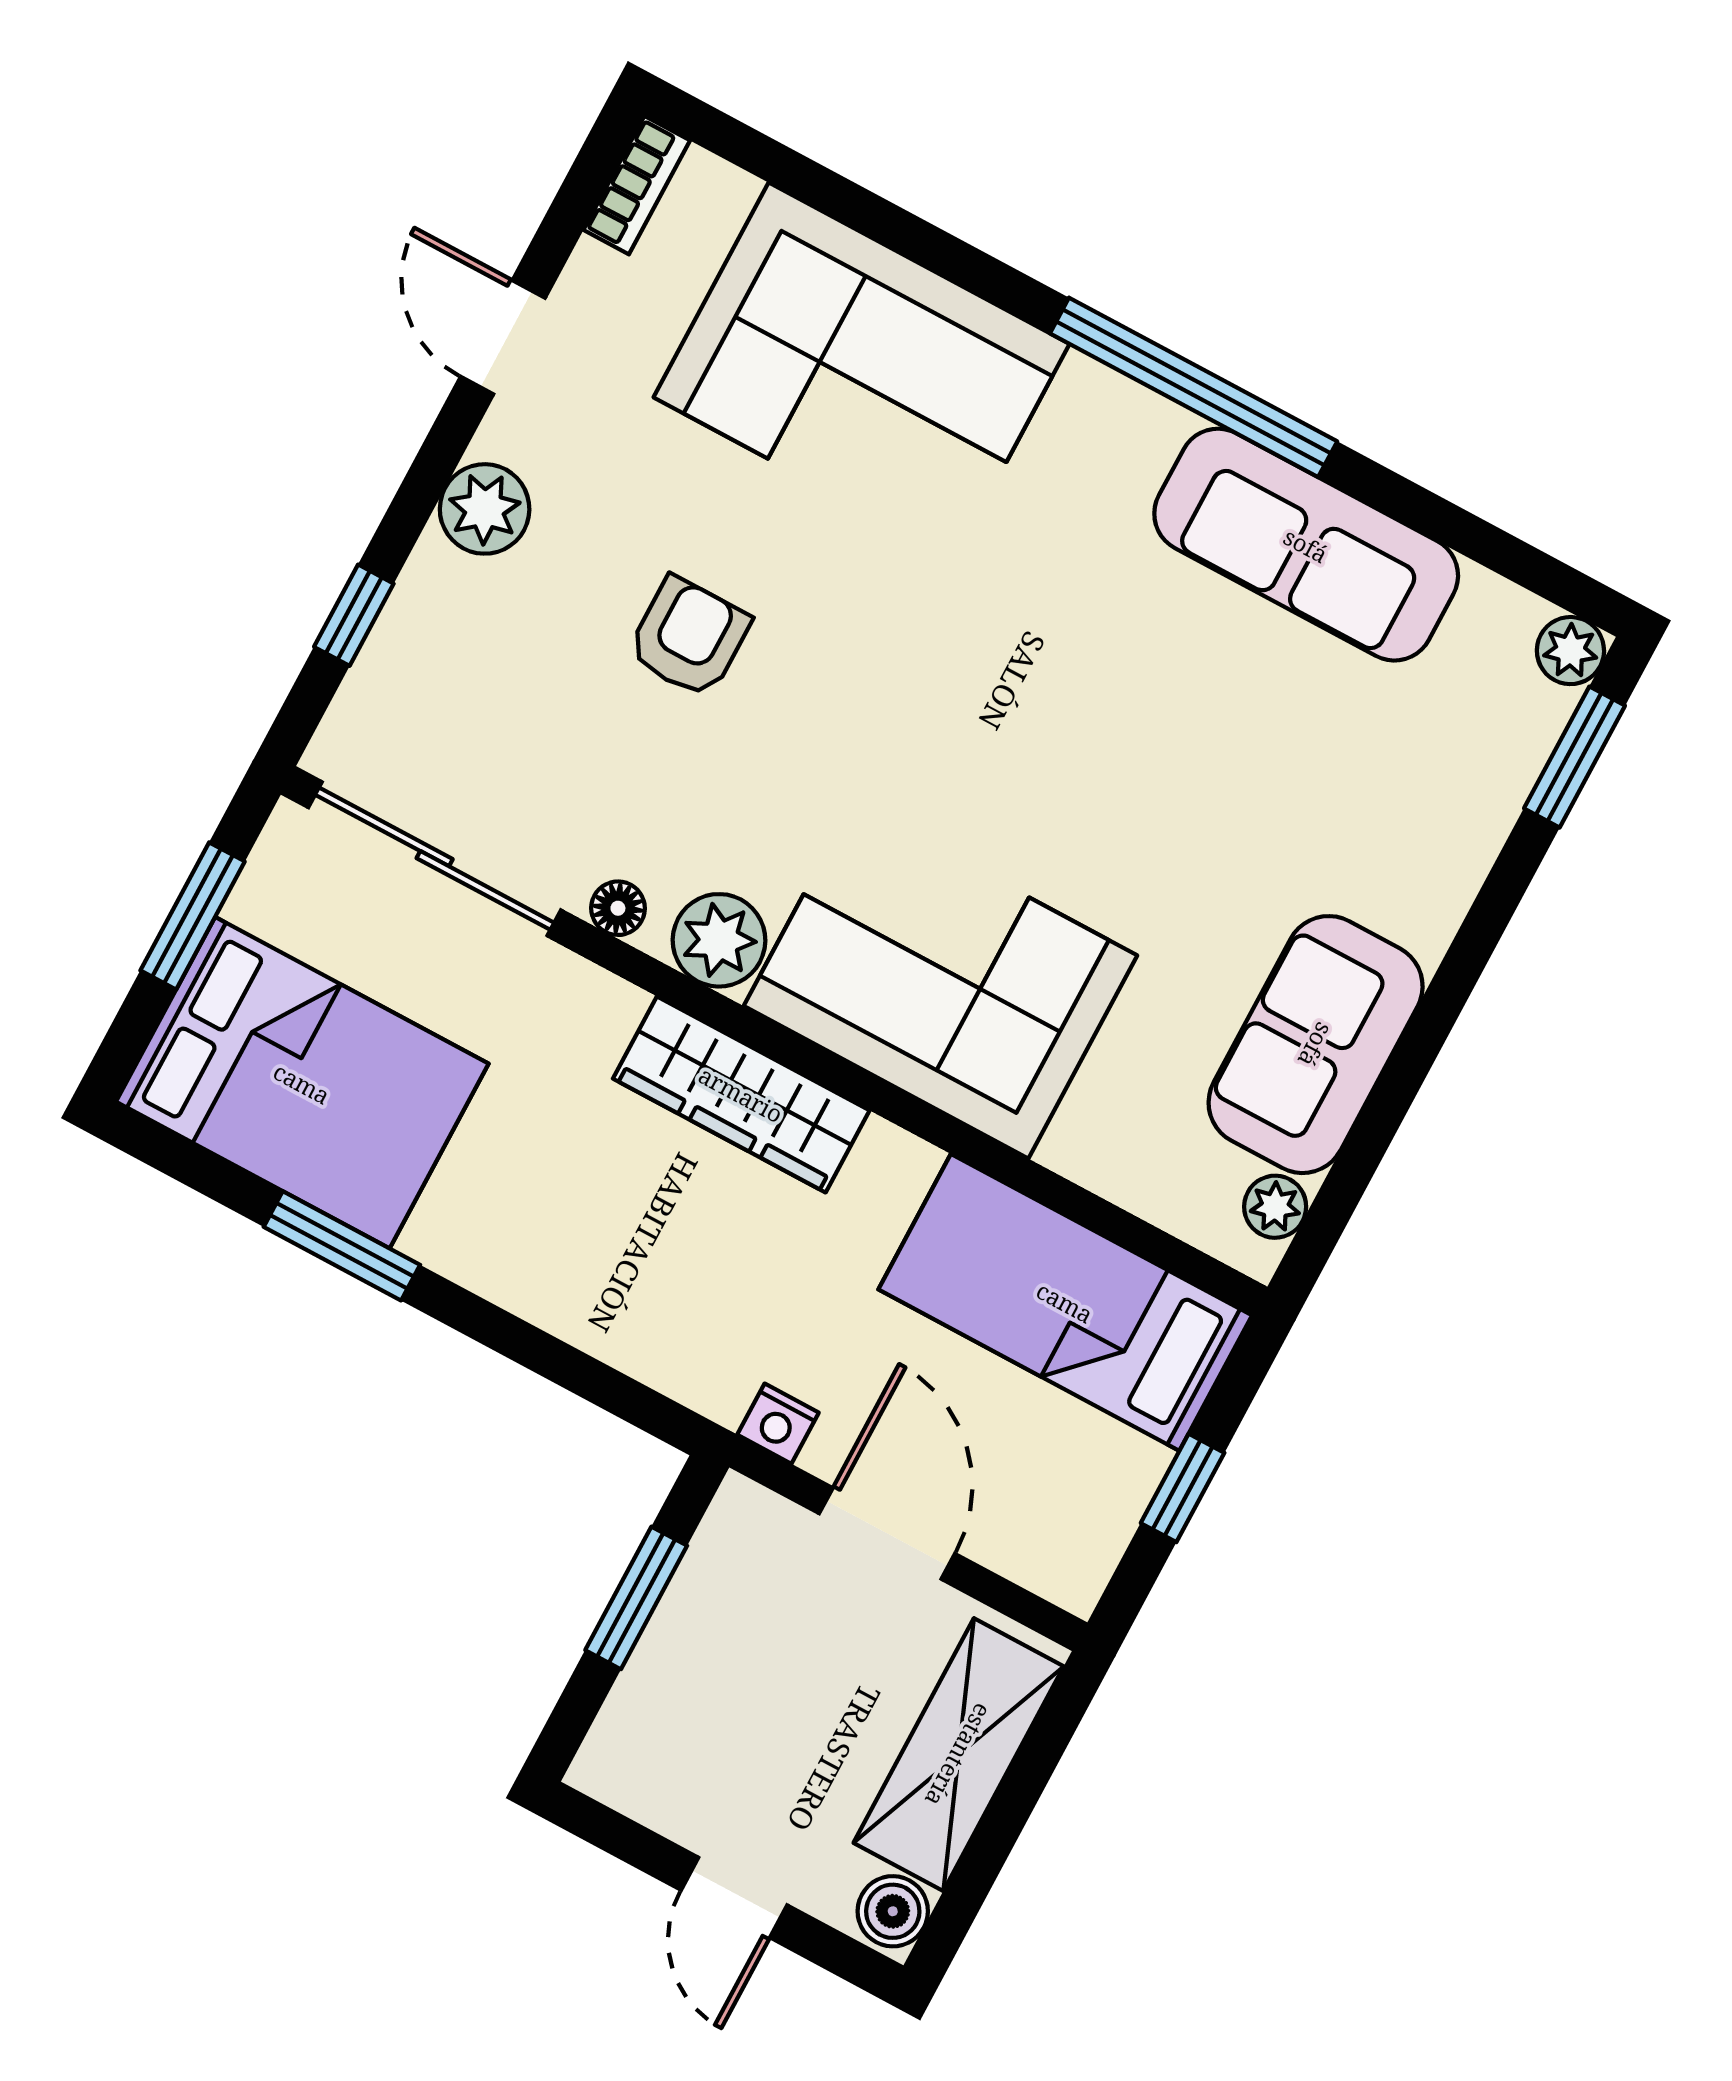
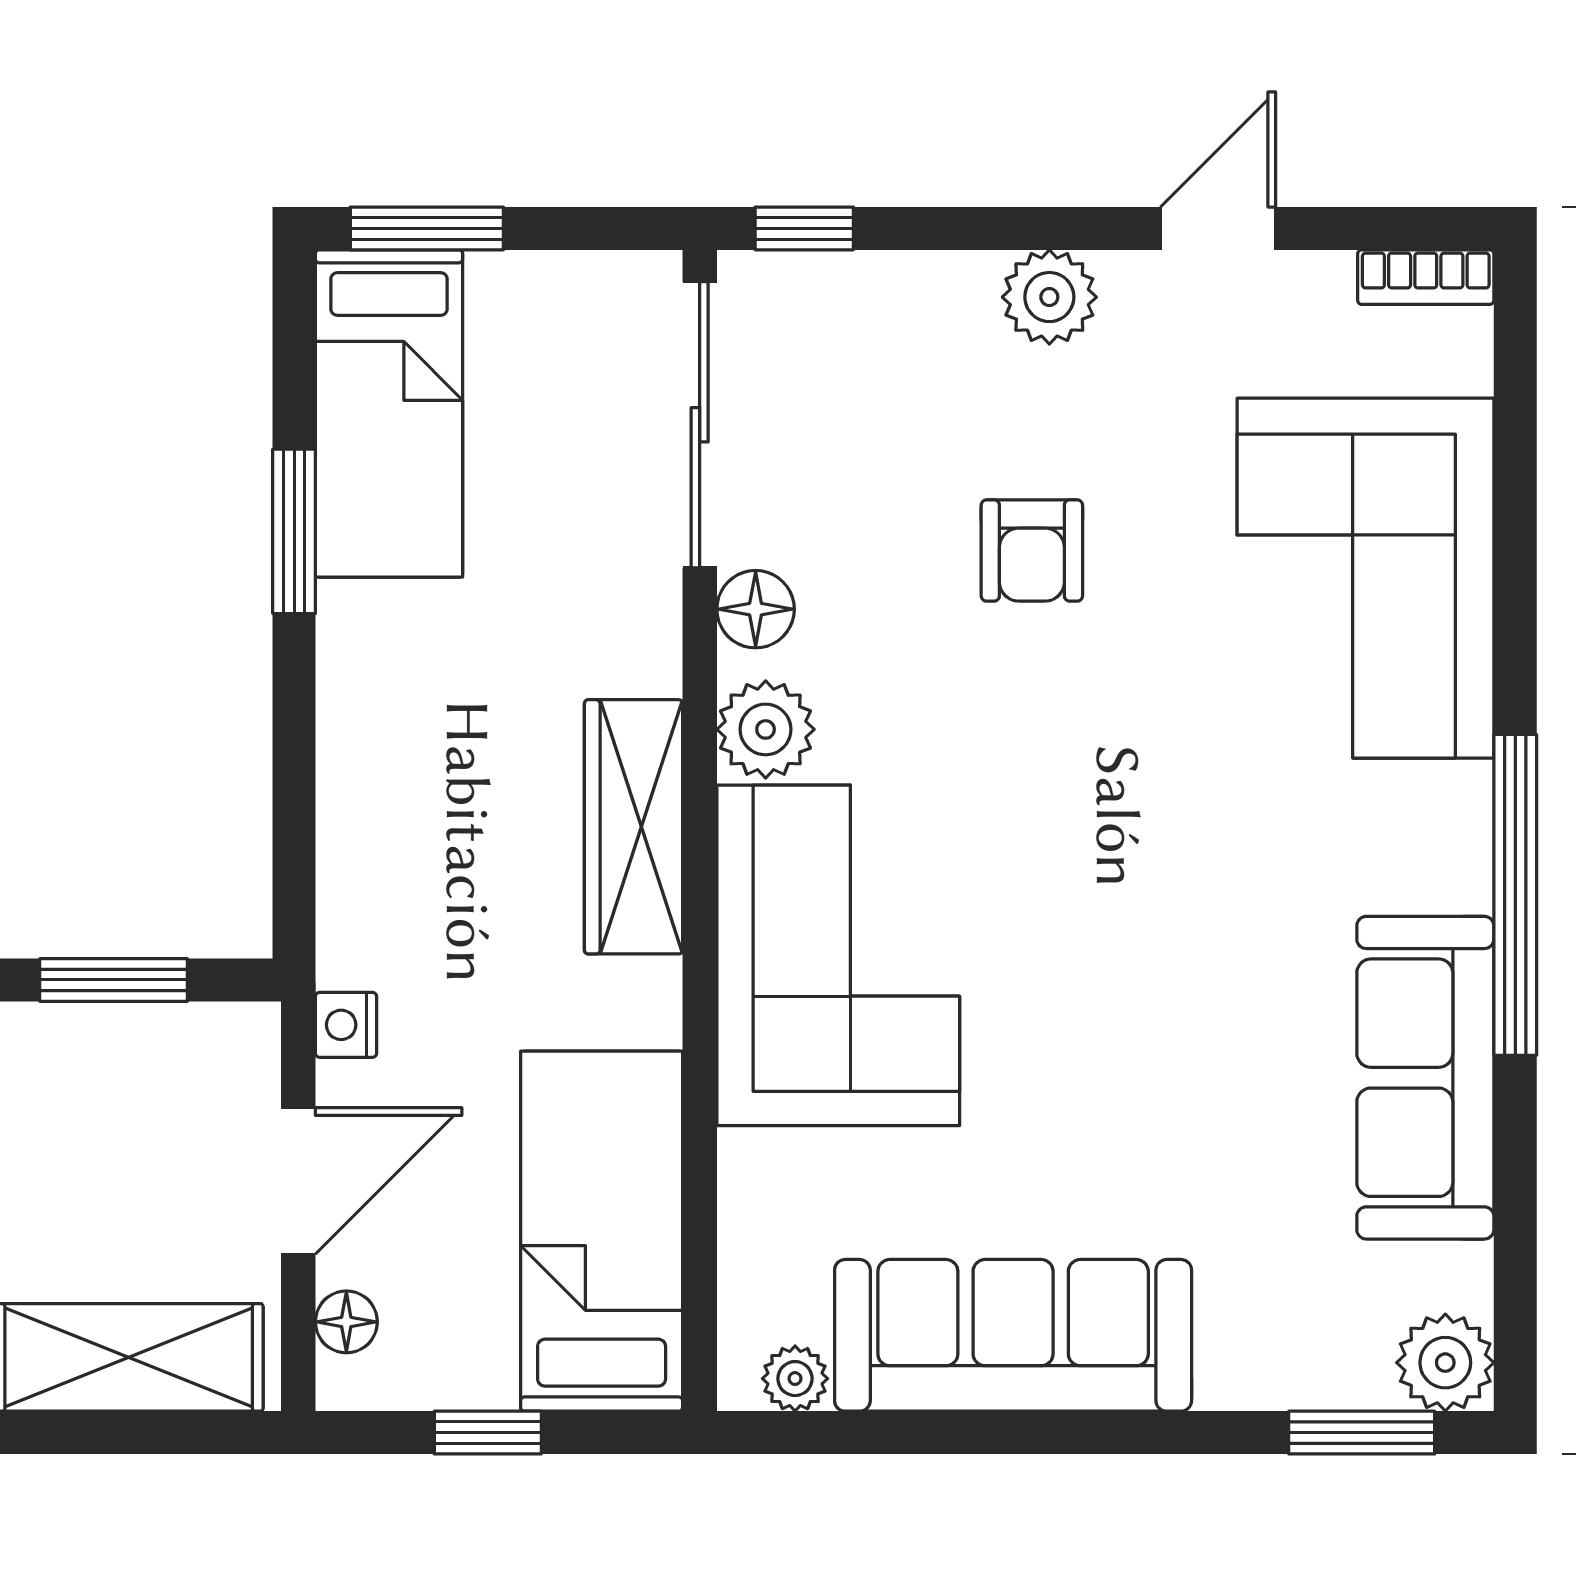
window: (354, 615) -> (804, 228), moved
armchair: (689, 637) -> (1032, 551), turned 90
plant: (1570, 651) -> (1445, 1363), width x1.38, depth x1.38
floor lamp: (618, 908) -> (756, 609), width x1.37, depth x1.37
window: (193, 916) -> (427, 228), moved
sofa: (1316, 1045) -> (1013, 1335), width x1.36
bed: (302, 1083) -> (389, 413), width x0.67
floor lamp: (1027, 1557) -> (346, 1322), added

